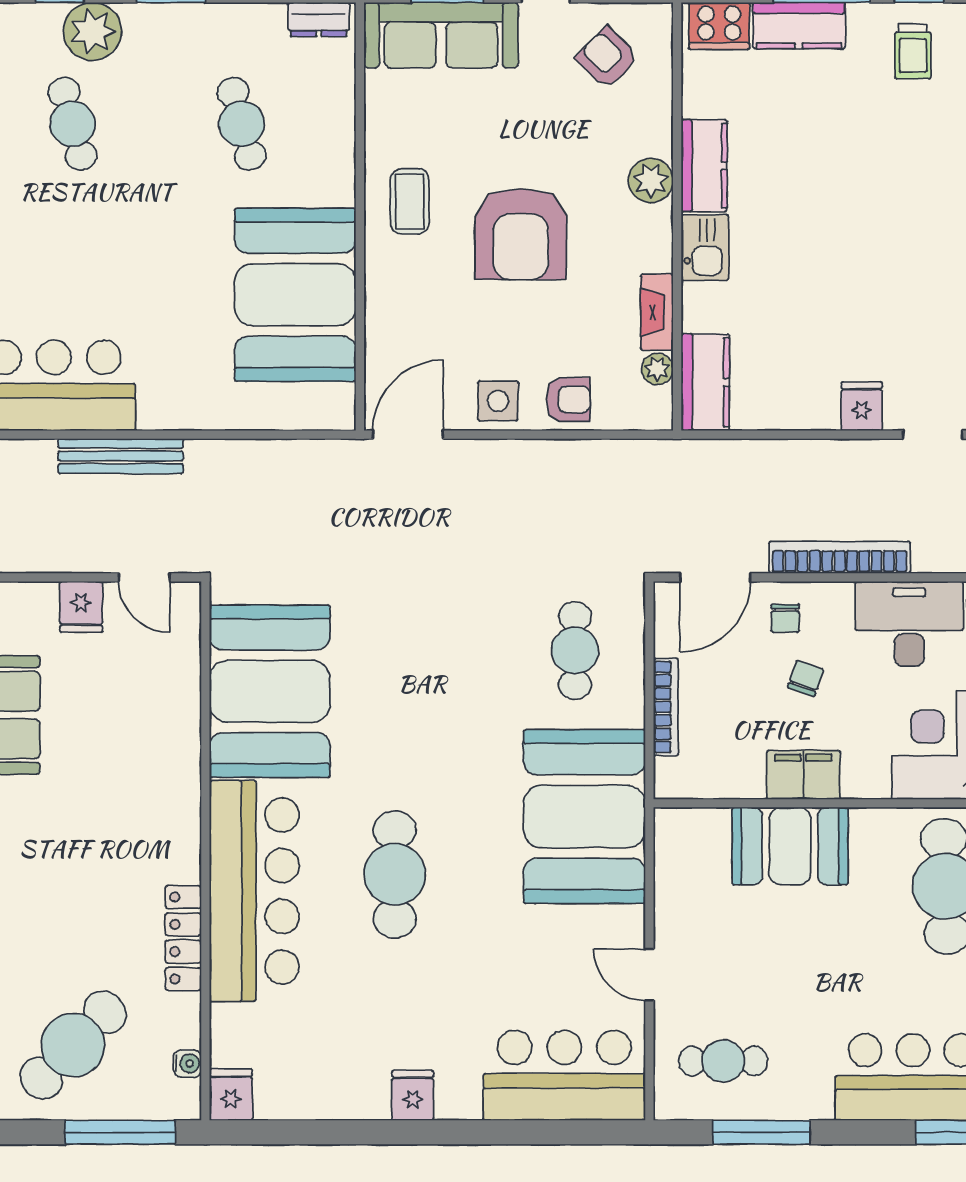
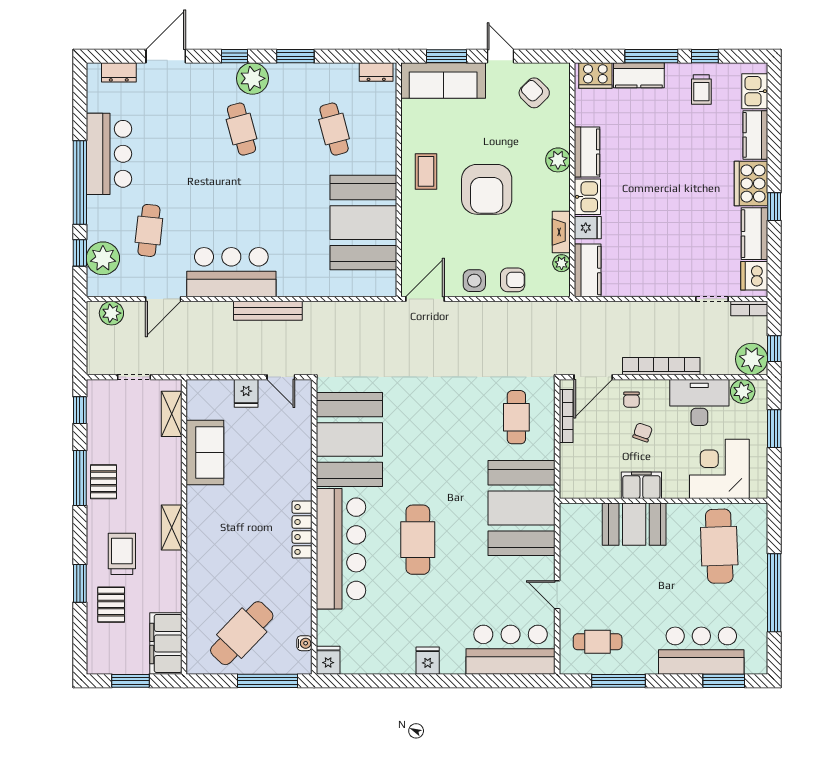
fridge: (862, 406) -> (588, 228), moved, turned 90
bookcase: (666, 707) -> (566, 416), moved
locker: (183, 938) -> (302, 529), moved

